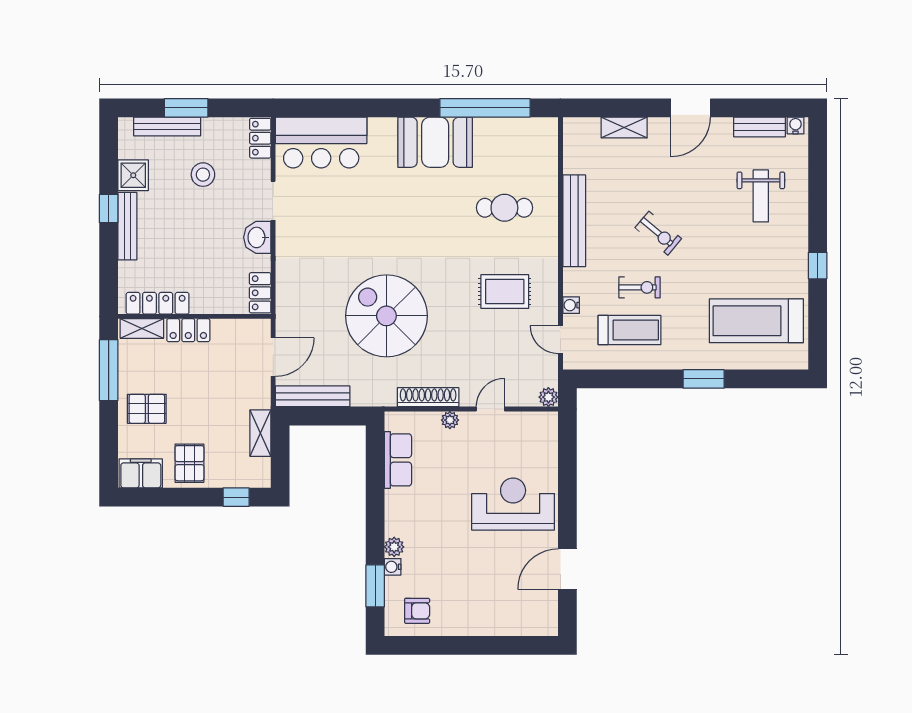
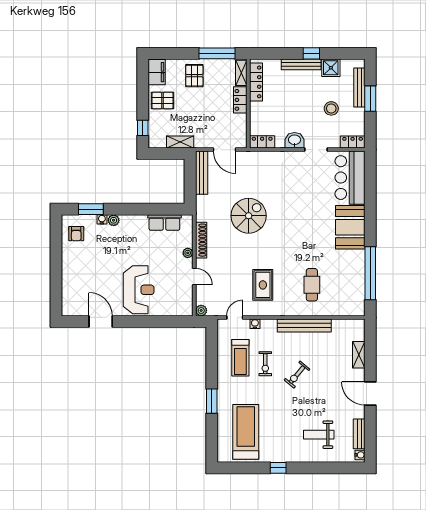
booth: (435, 142) -> (350, 227), moved
spiral stairs: (386, 316) -> (249, 216), width x0.73, depth x0.73

